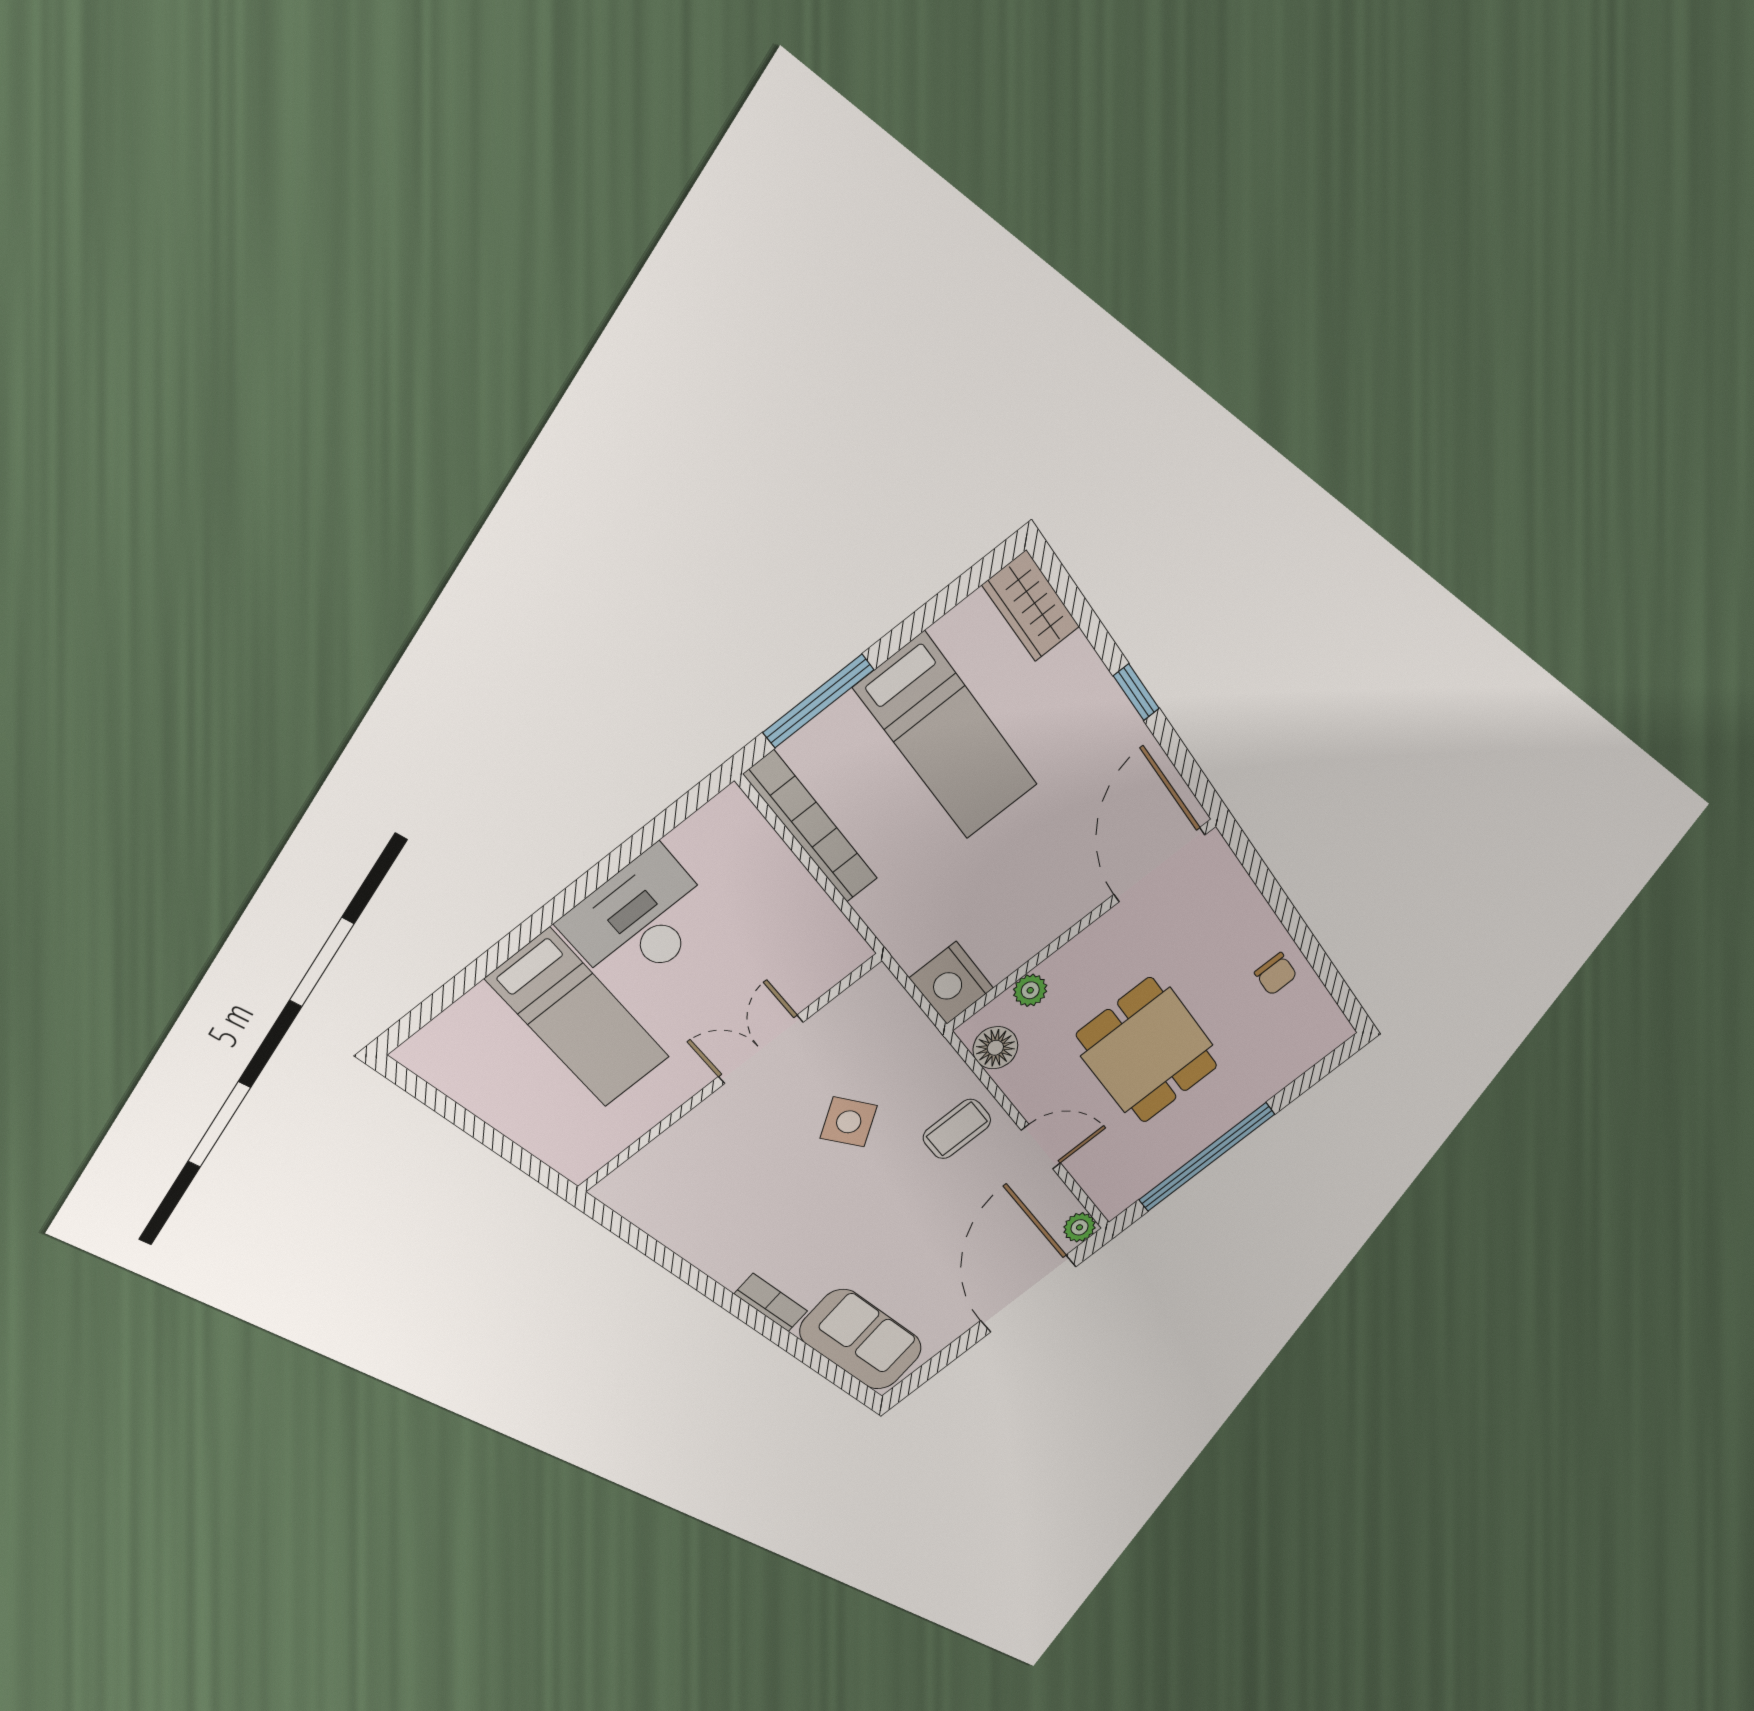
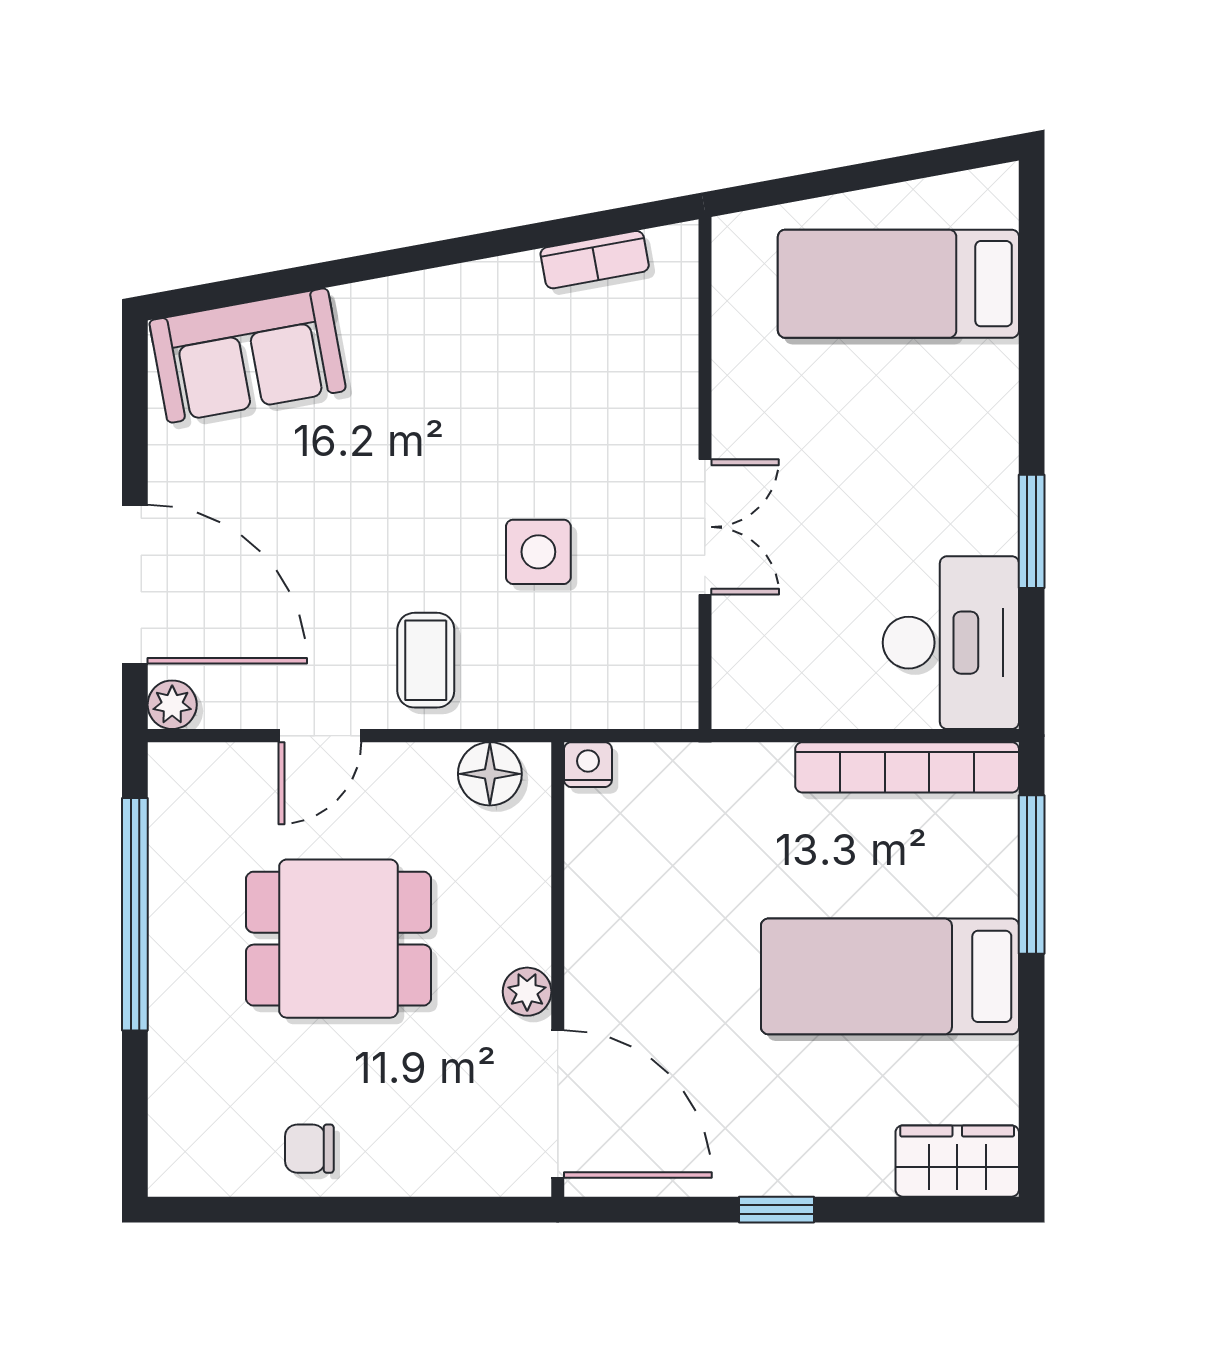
window: (606, 869) -> (1032, 531), added
desk: (640, 921) -> (951, 643), moved
nightstand: (951, 983) -> (588, 765), width x0.53, depth x0.56
plant: (1030, 990) -> (527, 992), moved
bed: (578, 1018) -> (898, 284), moved
side table: (849, 1122) -> (538, 552), turned 36
bookcase: (771, 1303) -> (595, 260), moved

